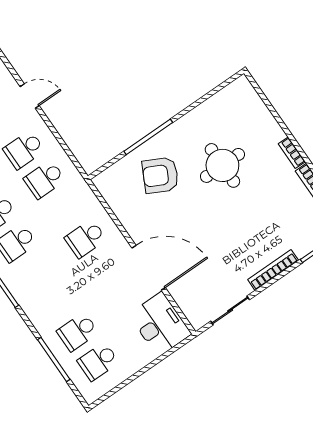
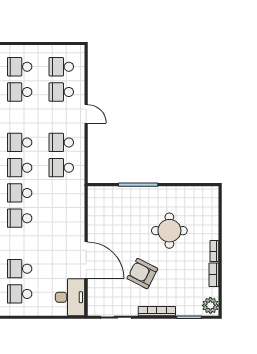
armchair: (160, 175) -> (142, 274), moved
school desk: (85, 239) -> (20, 218), moved

